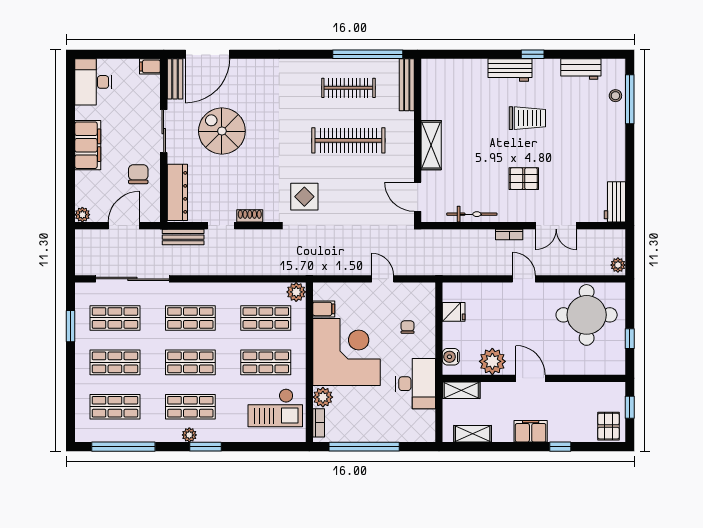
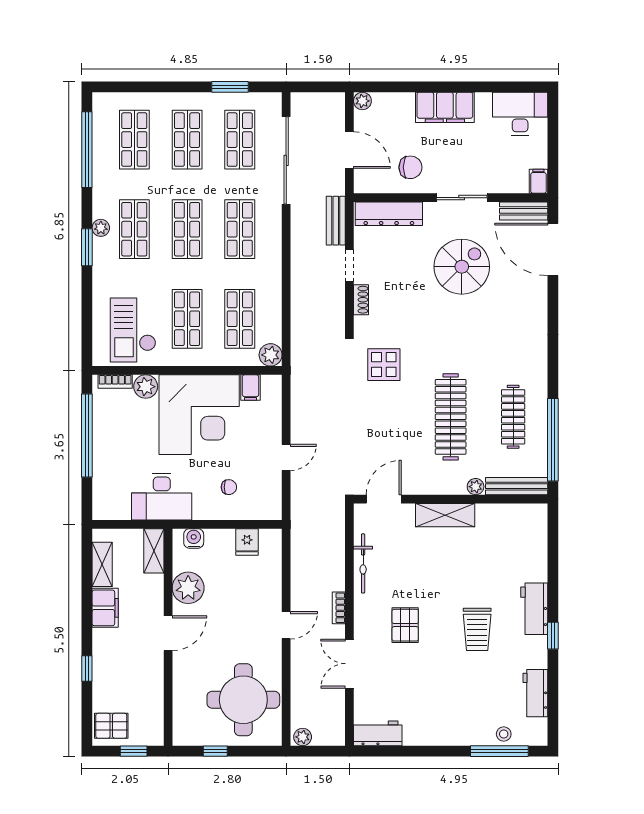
plant: (407, 119) -> (476, 487), added
filing cabinet: (531, 431) -> (105, 608), moved

